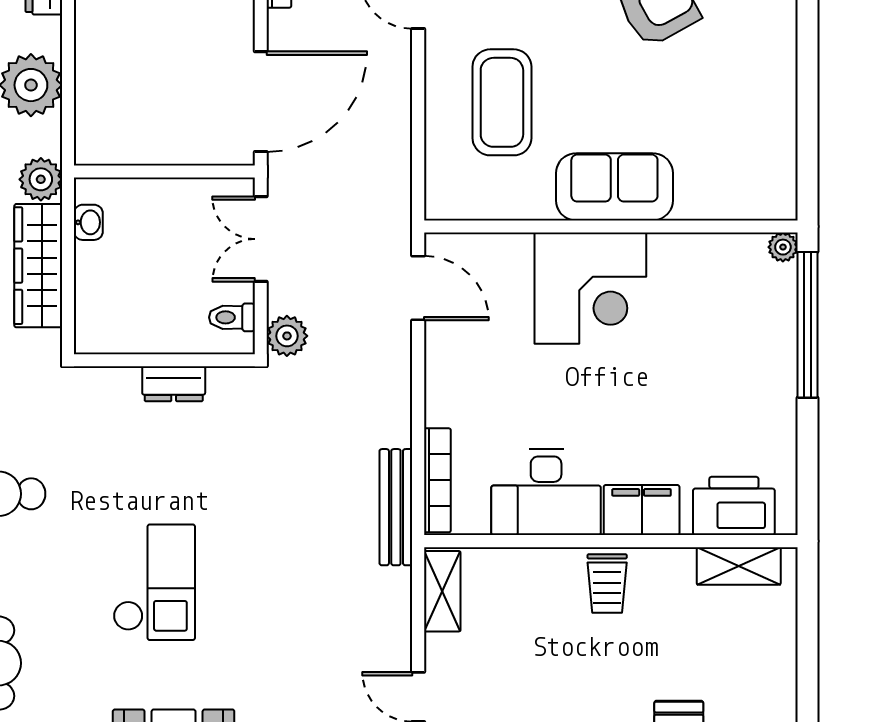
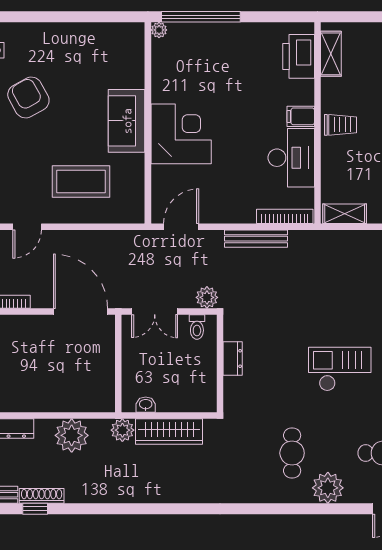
bench: (396, 507) -> (256, 239), moved
filing cabinet: (642, 510) -> (301, 116), width x0.50

